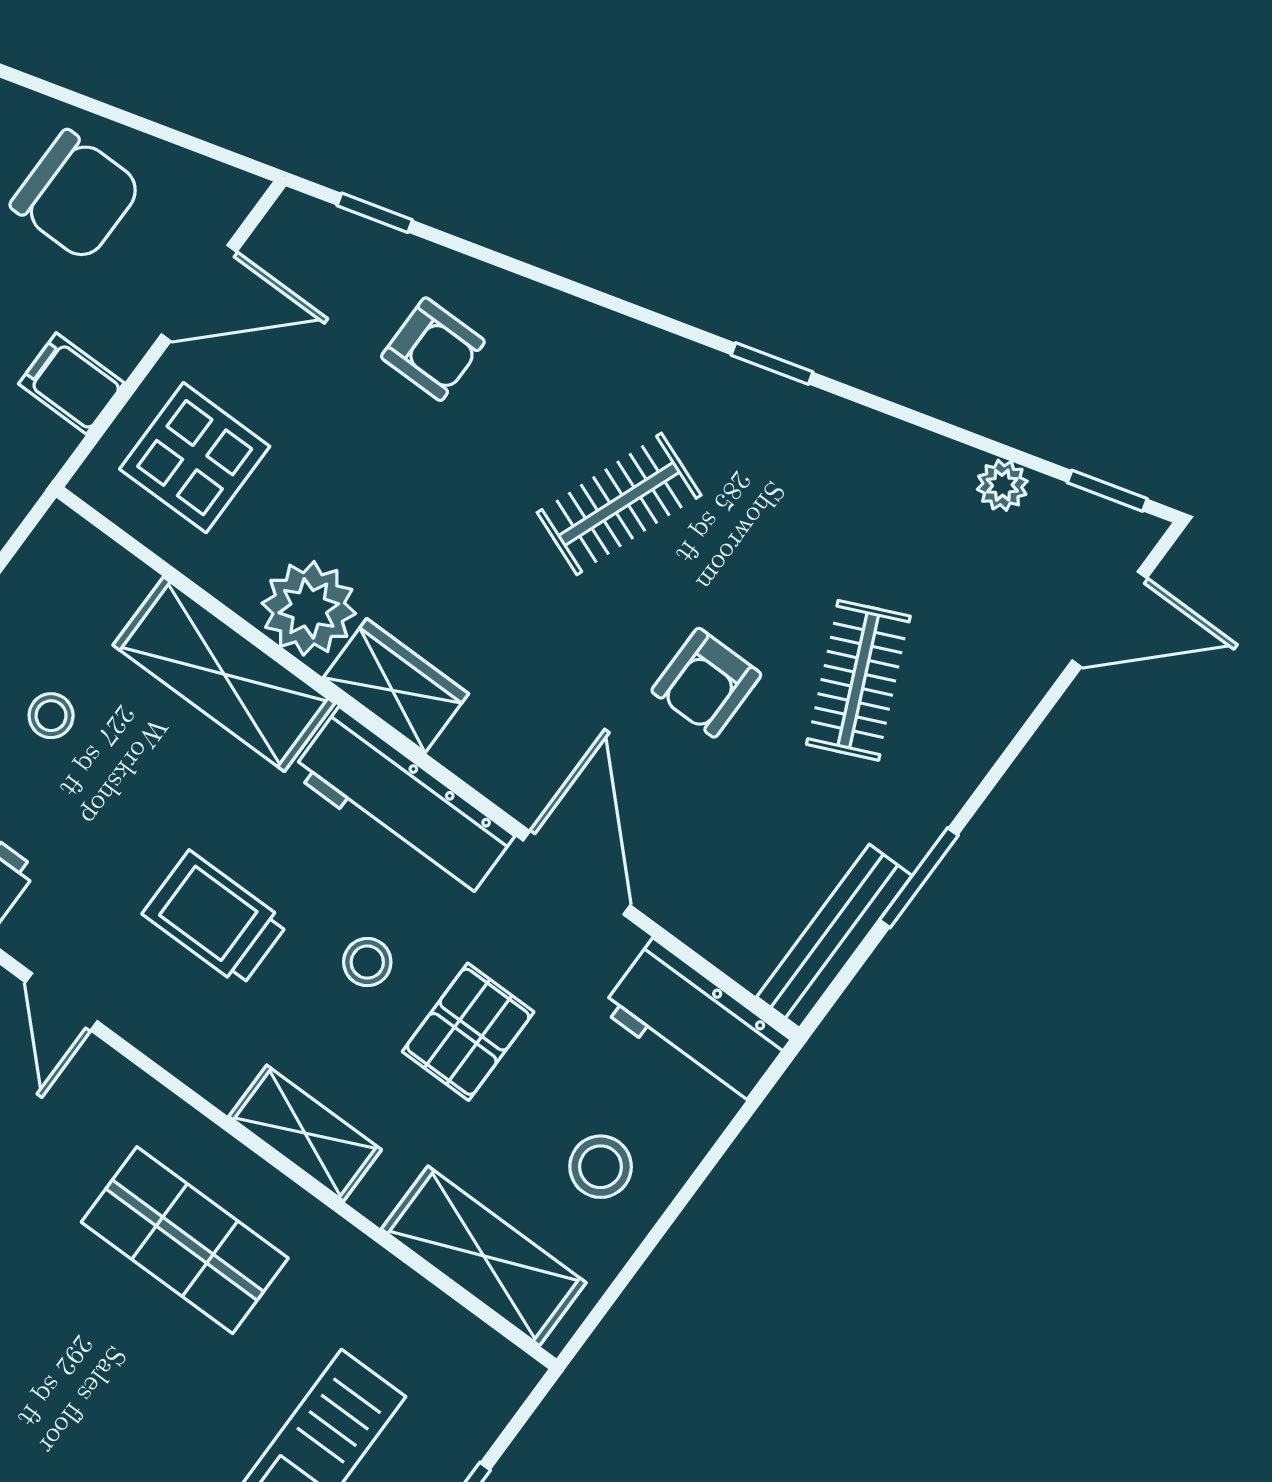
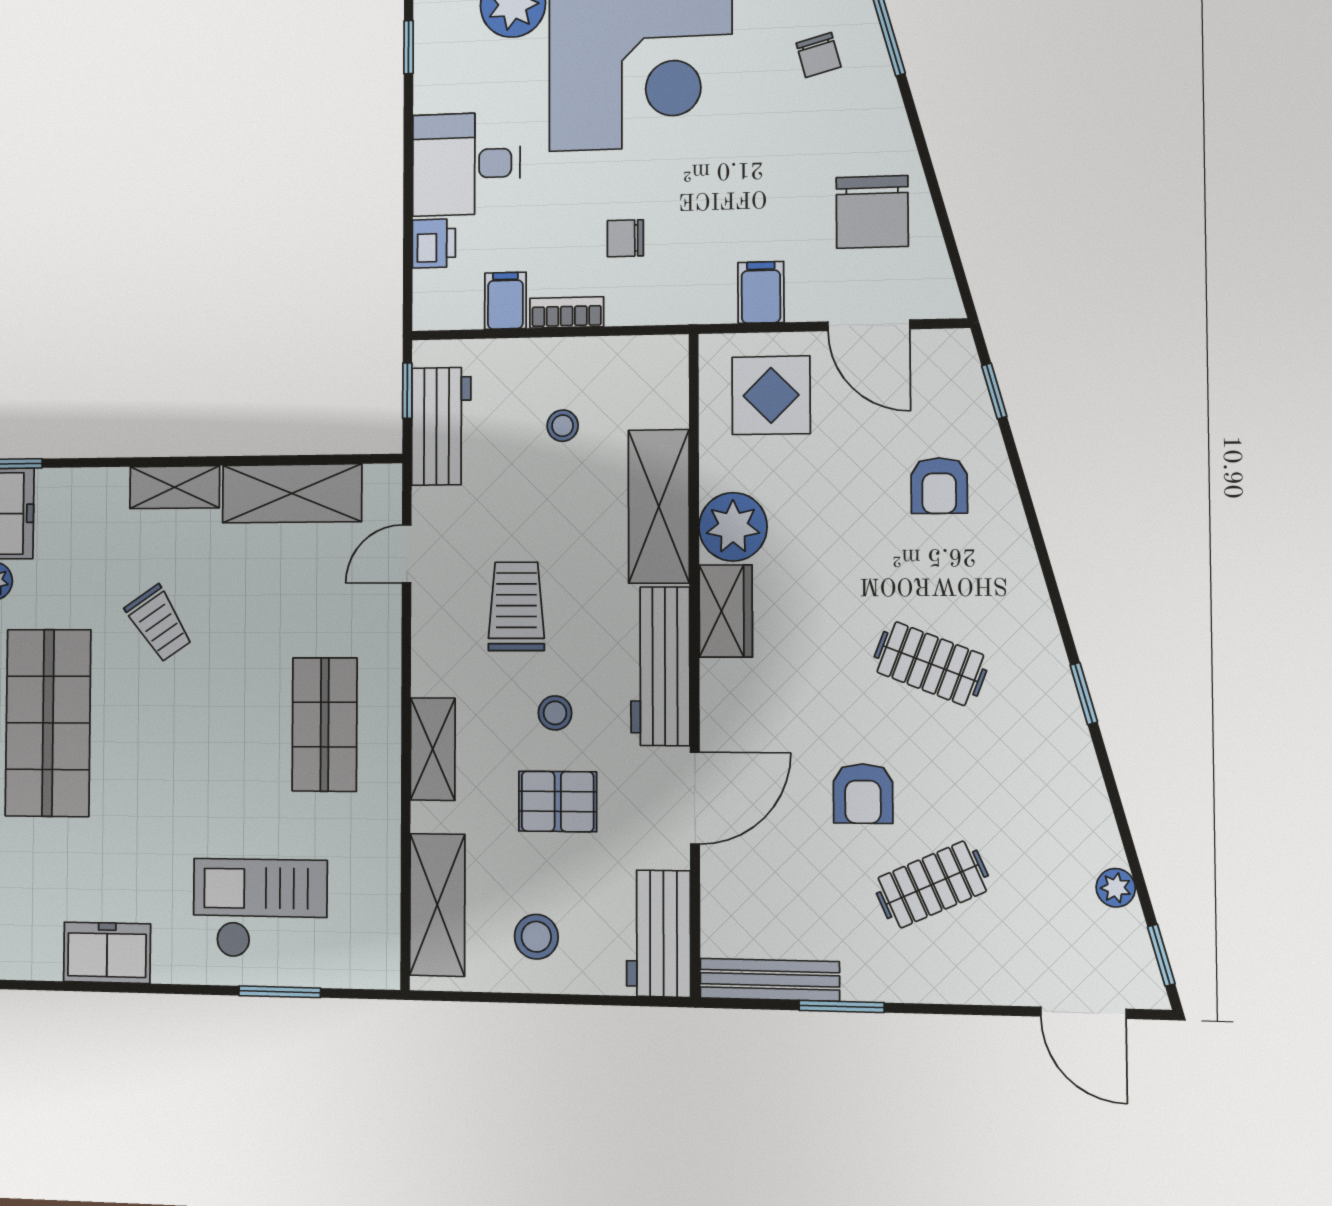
armchair: (706, 683) -> (863, 794), turned -90

